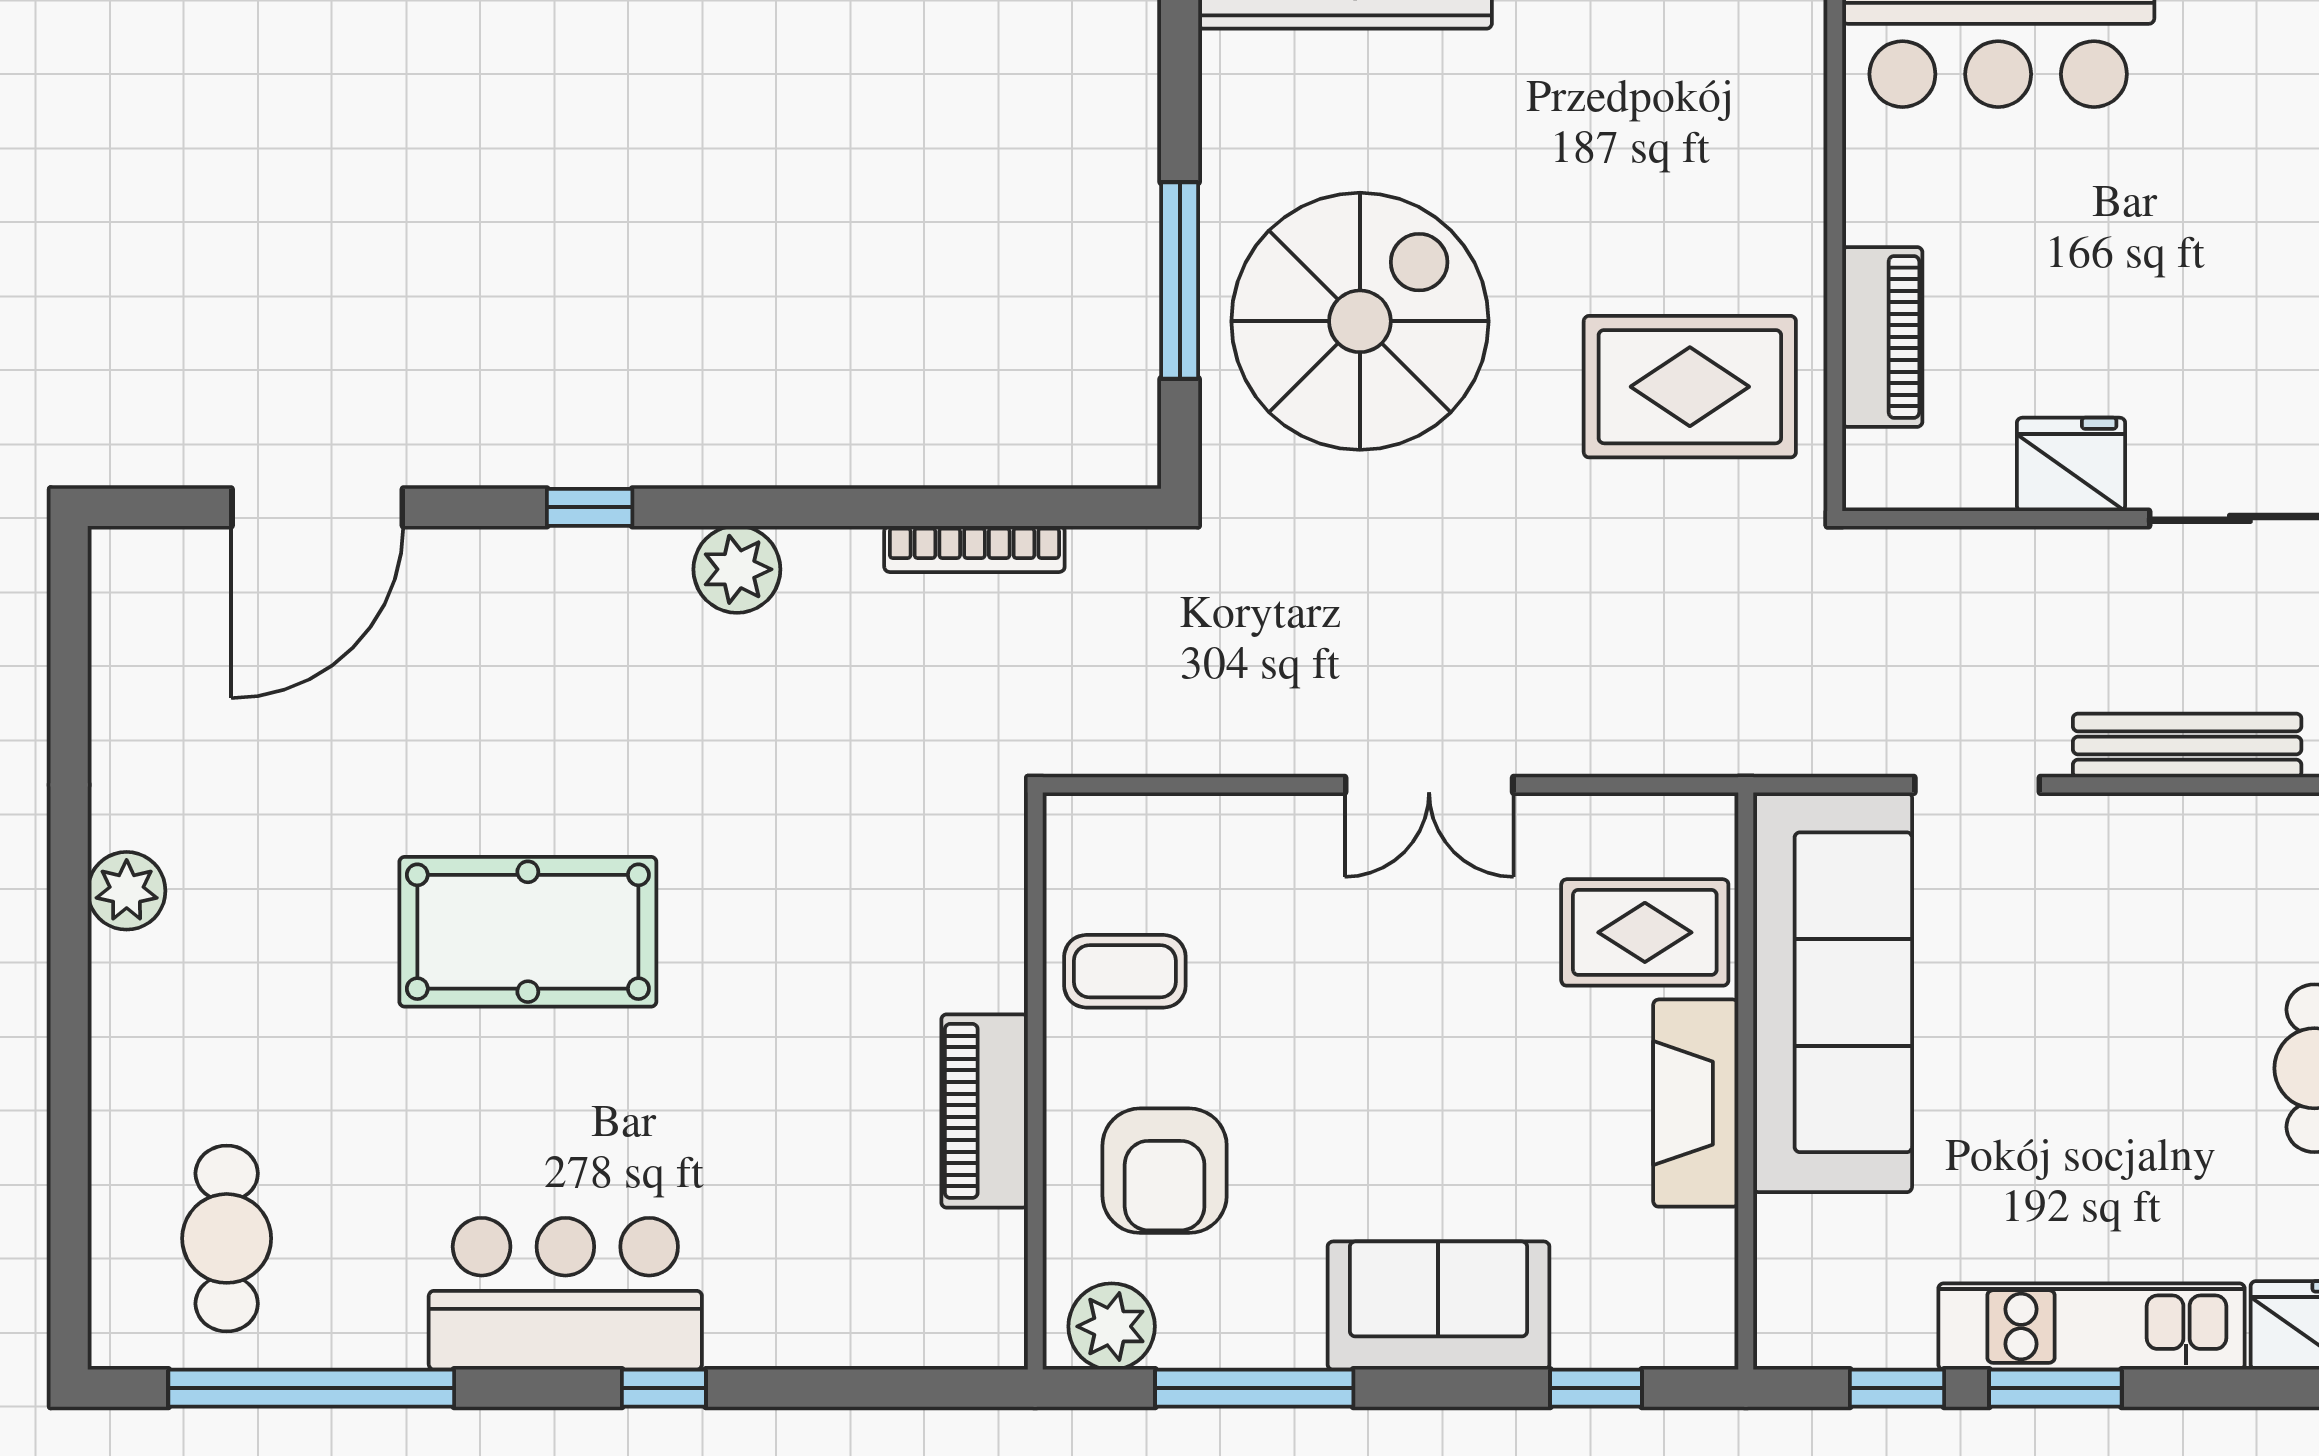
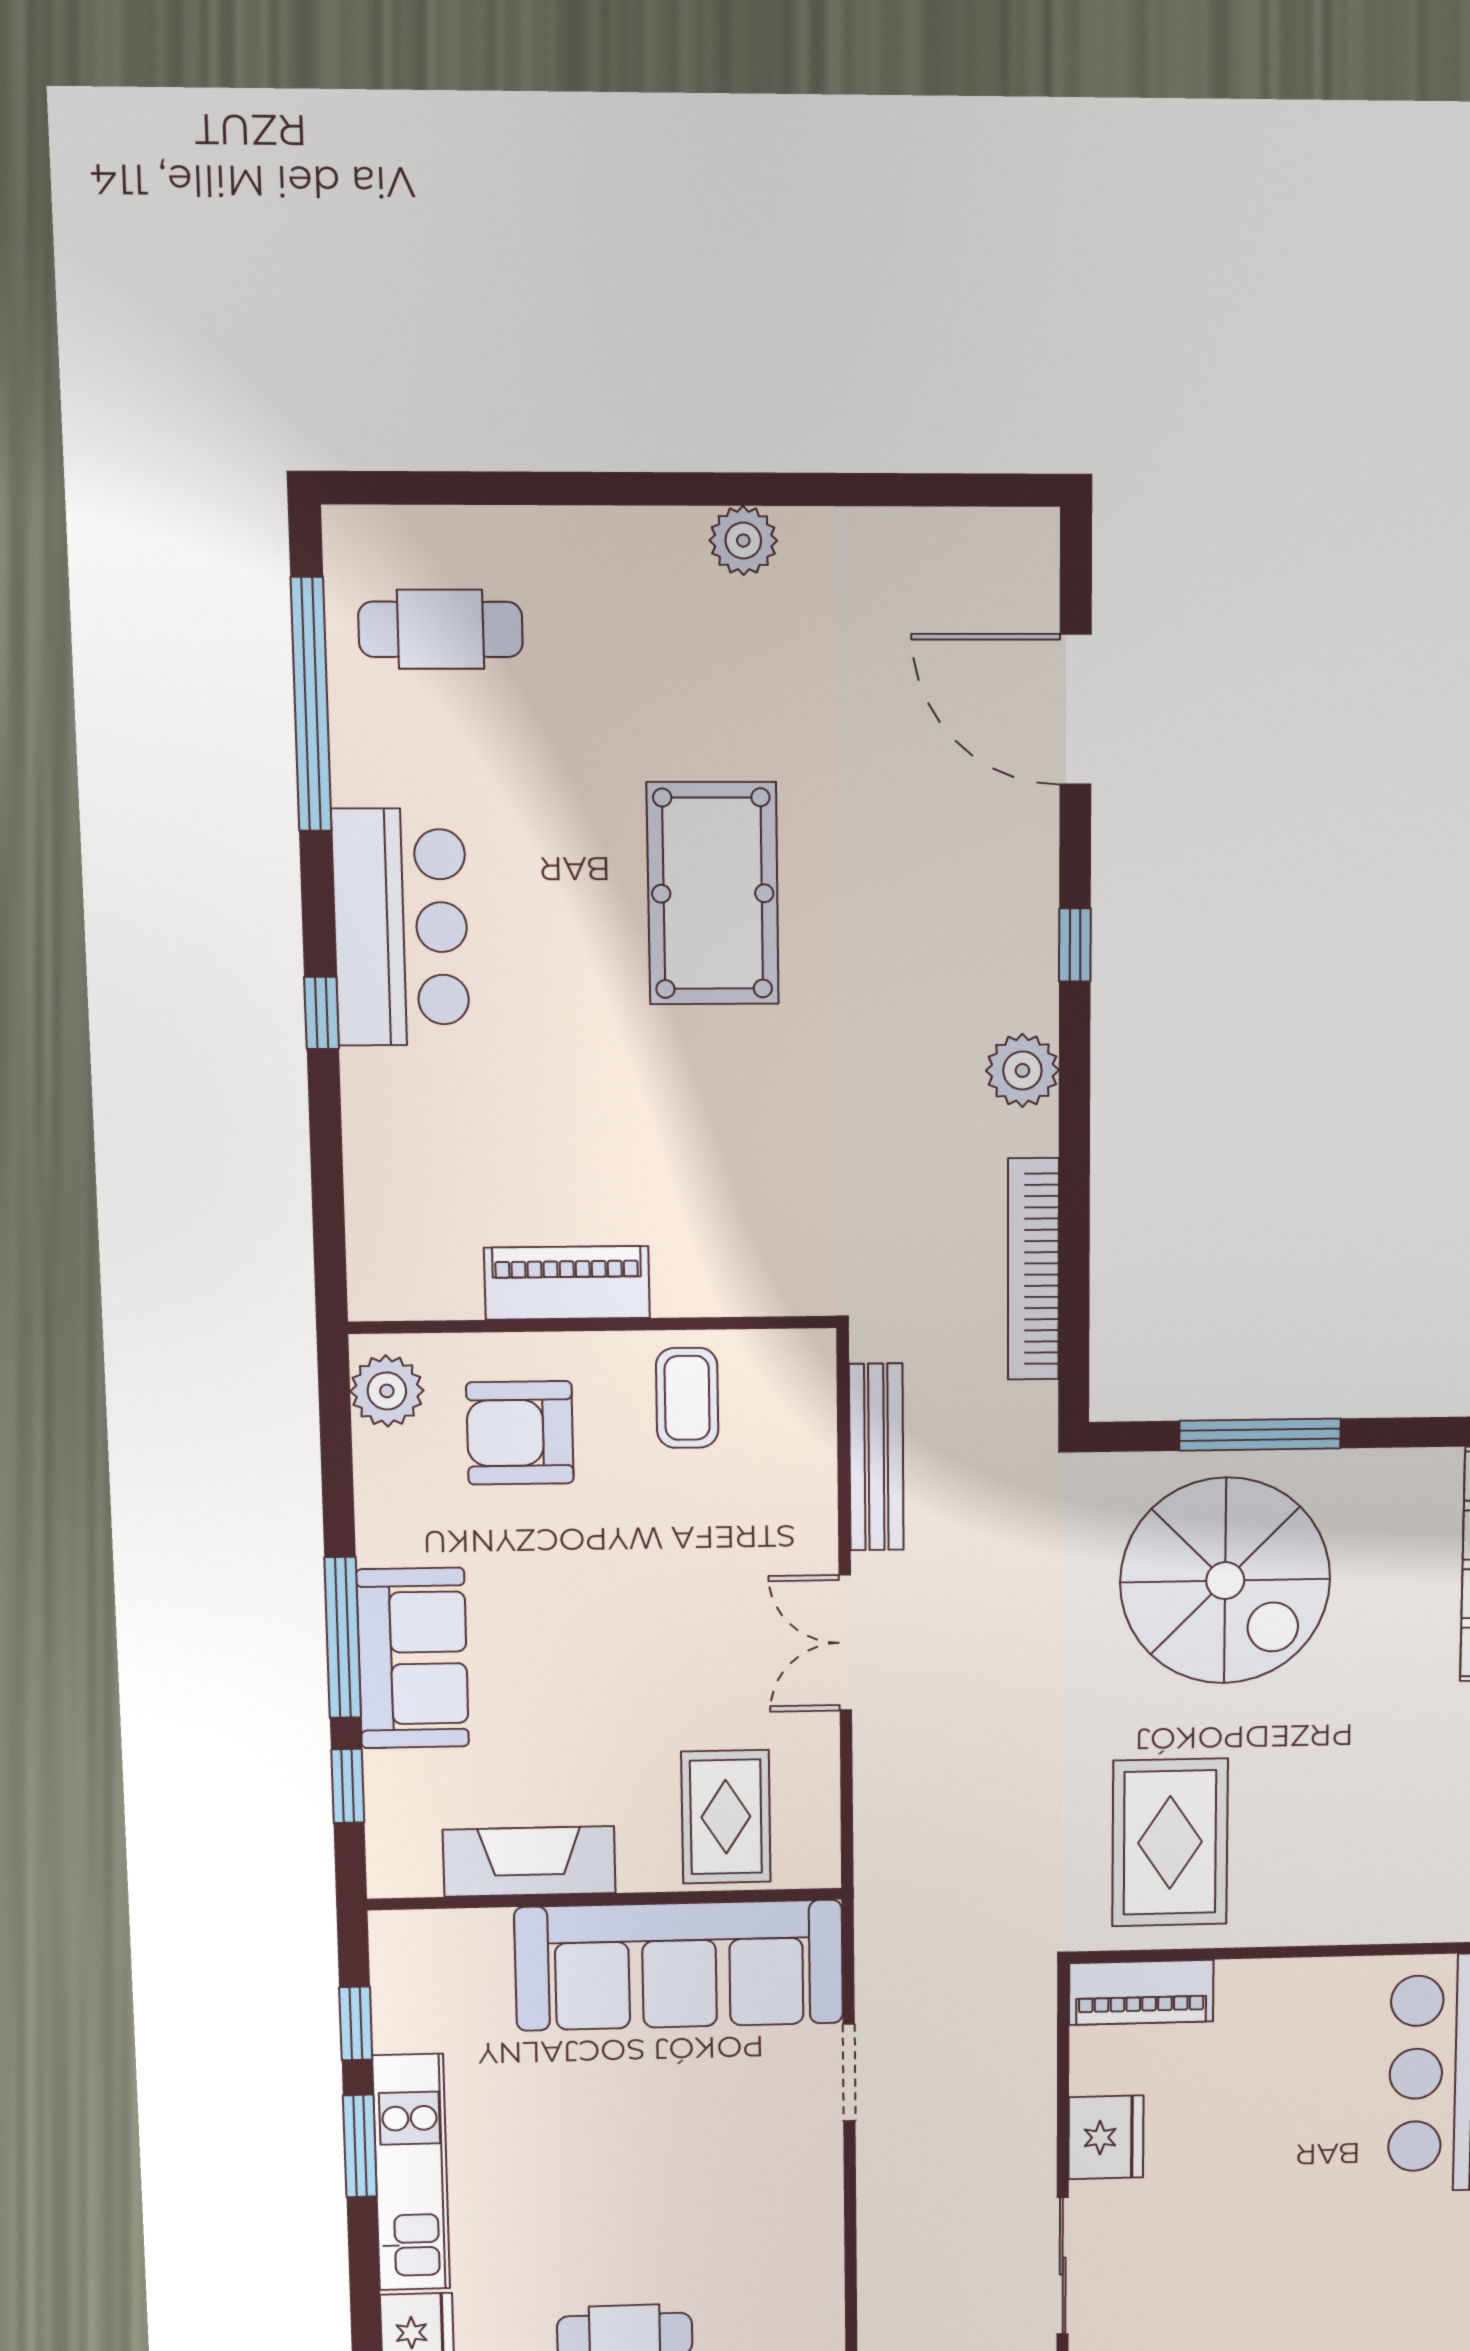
piano: (1882, 337) -> (1141, 1992), moved
bookcase: (974, 549) -> (1033, 1269), width x1.48, depth x1.31
bench: (2187, 745) -> (876, 1457), moved
fireplace: (1696, 1103) -> (529, 1861), moved
window: (1254, 1388) -> (343, 1638), moved

